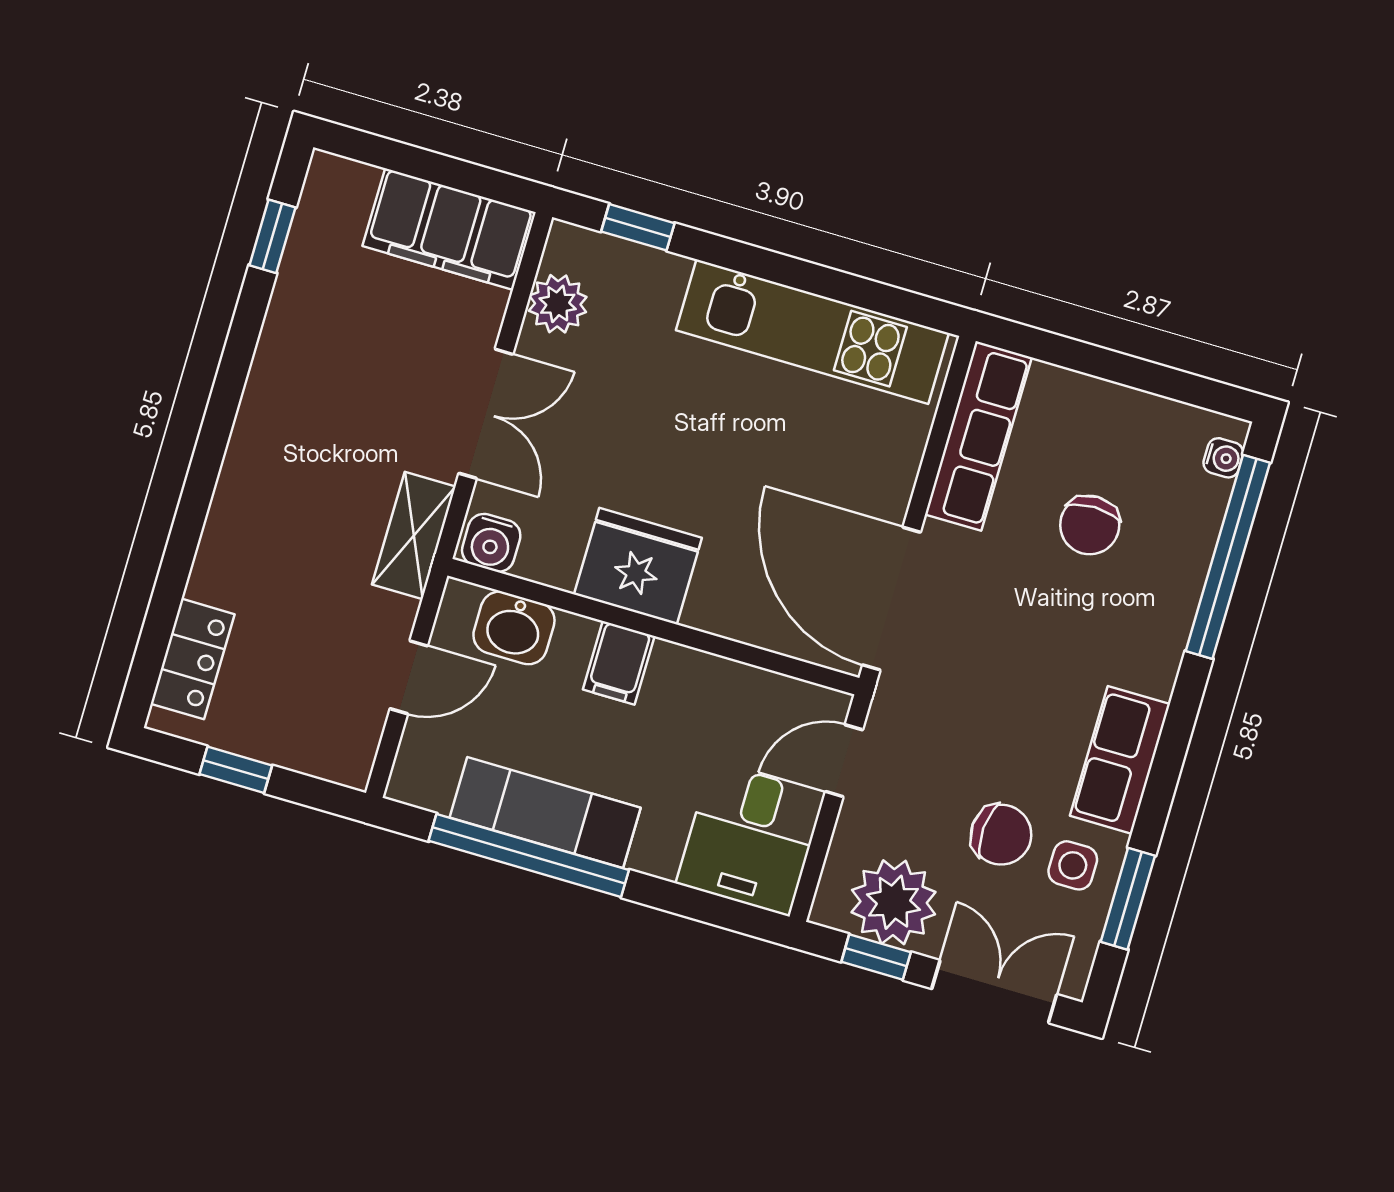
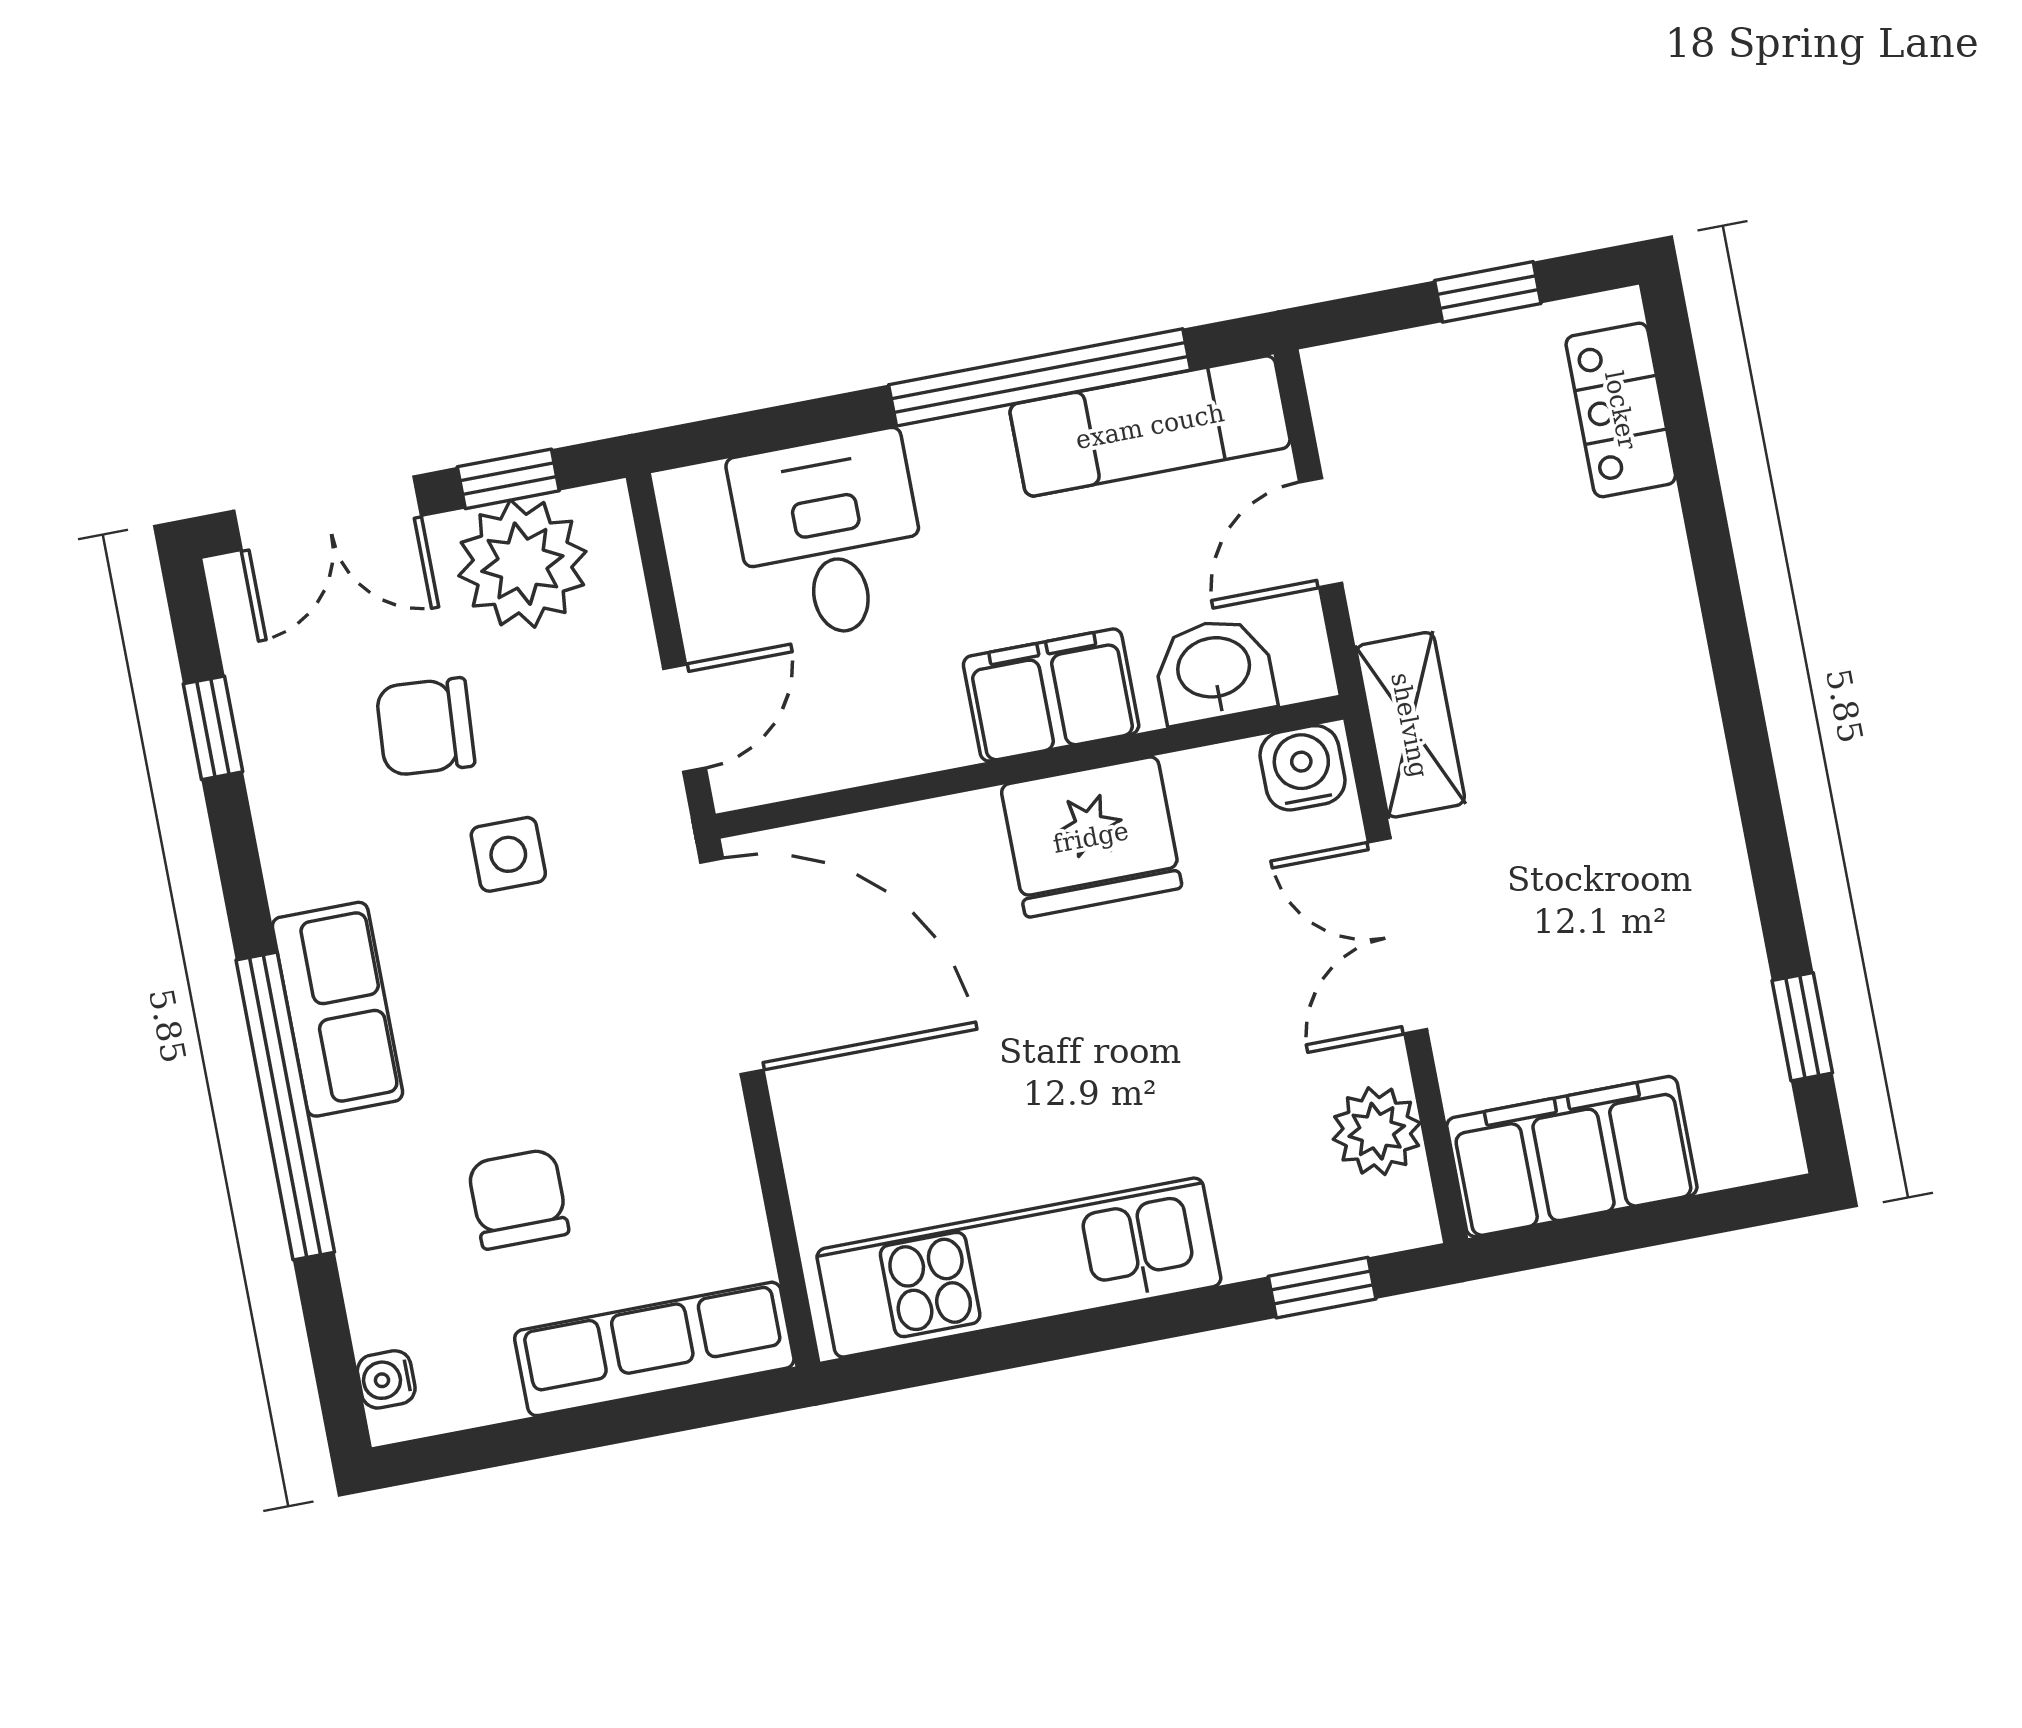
row of seats: (978, 436) -> (654, 1349), moved, turned 90
window: (1228, 557) -> (285, 1106), moved
filing cabinet: (619, 663) -> (1051, 695), width x2.00
row of seats: (1120, 760) -> (338, 1009), moved
exam couch: (545, 813) -> (1150, 426), moved
desk: (750, 839) -> (830, 537), moved
side table: (1073, 865) -> (508, 854), moved
window: (1128, 899) -> (213, 728), width x0.67

